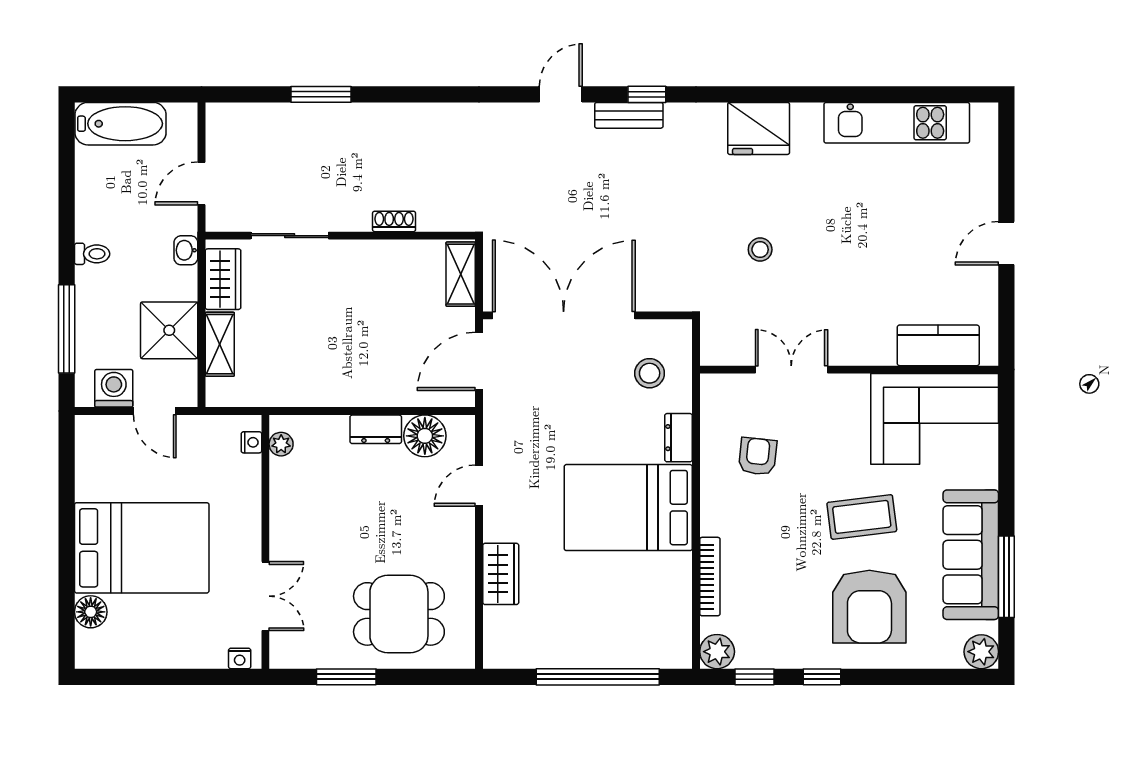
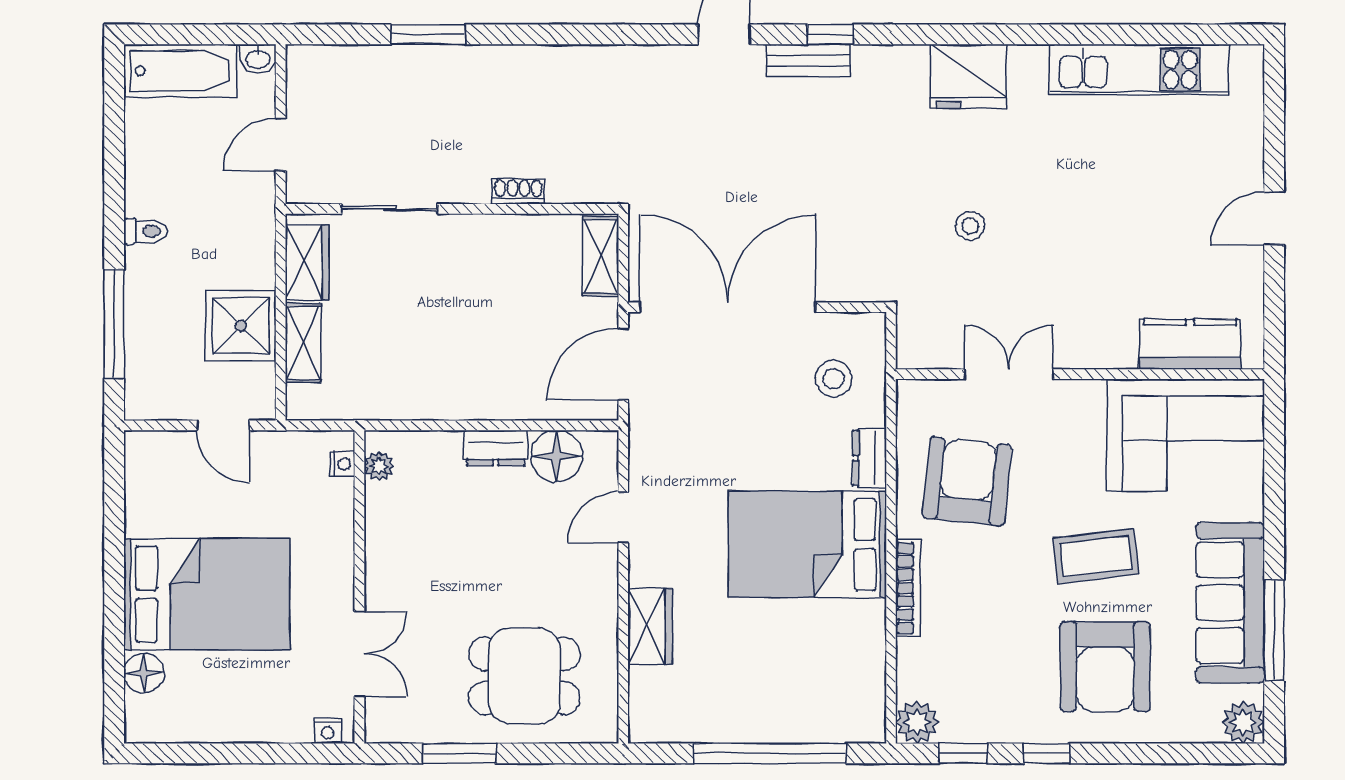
washbasin: (186, 250) -> (258, 59), moved, turned -90
washing machine: (114, 388) -> (172, 397), removed
armchair: (758, 456) -> (967, 481), width x1.88, depth x1.88
bookcase: (710, 577) -> (908, 588), moved

